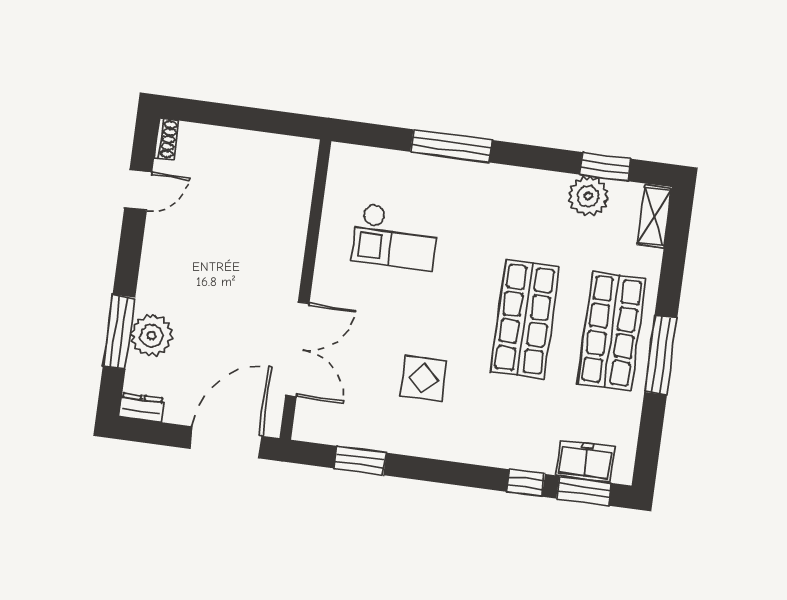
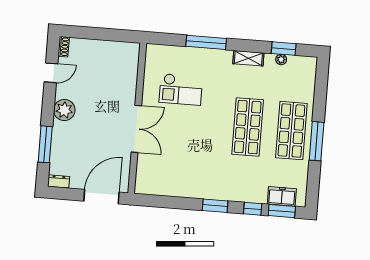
plant: (588, 196) -> (281, 59), width x0.53, depth x0.53
shelving: (654, 217) -> (248, 58), moved, turned 90
plant: (151, 336) -> (64, 110), moved
double door: (297, 349) -> (136, 129), moved
display table: (423, 378) -> (199, 159), removed
window: (360, 460) -> (215, 206), moved

